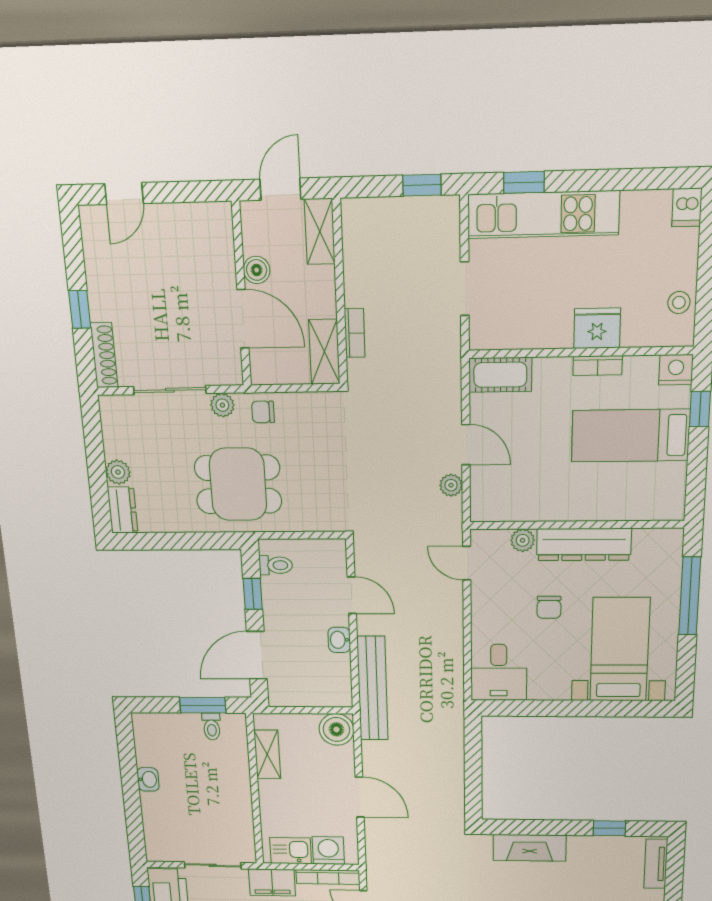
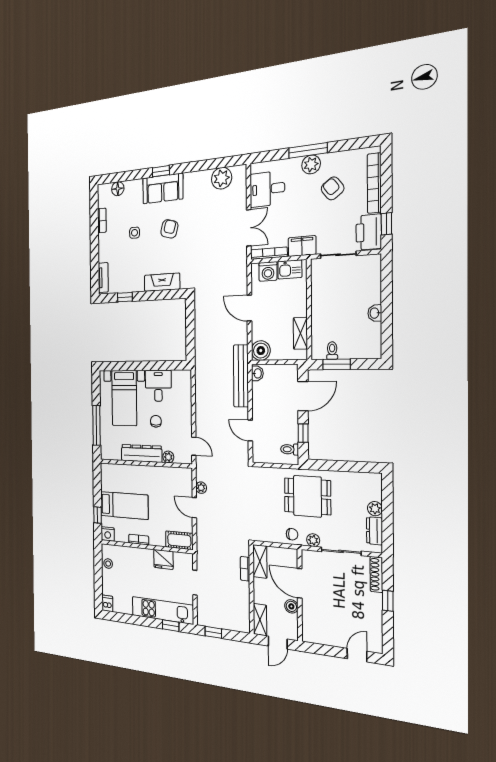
fridge: (597, 328) -> (163, 559), moved
dresser: (123, 510) -> (374, 531), moved
washbasin: (339, 640) -> (257, 373), moved
desk: (499, 672) -> (158, 386), moved

